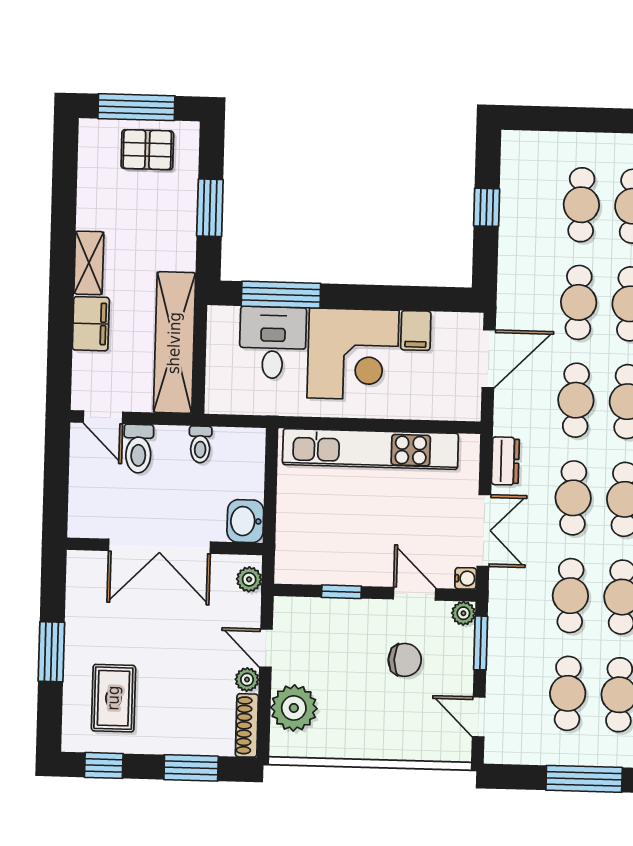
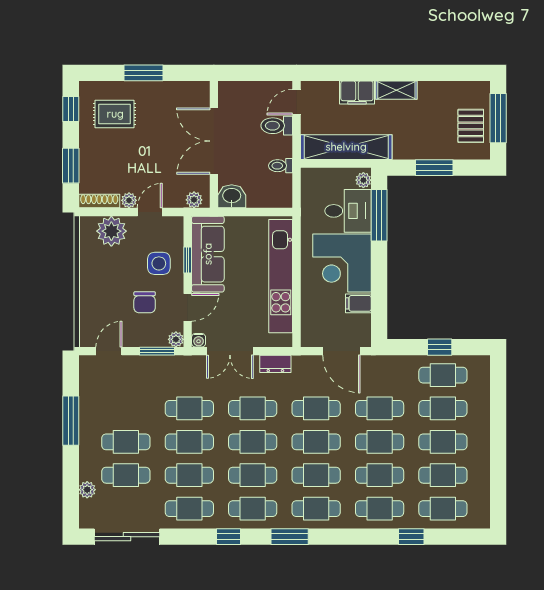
plant: (226, 318) -> (363, 180), added
sofa: (333, 560) -> (208, 254), added
side table: (346, 636) -> (159, 263), added
cafe table: (568, 693) -> (443, 375), moved

